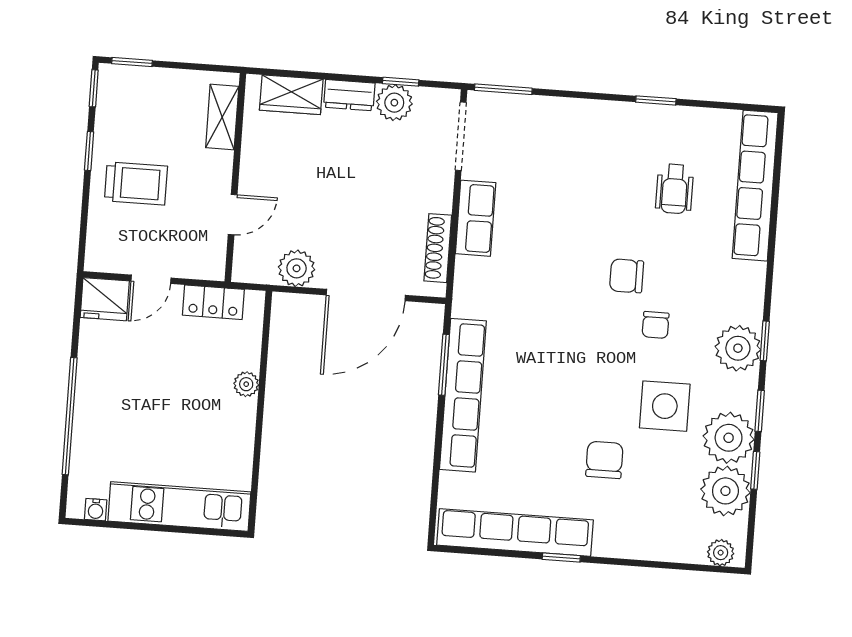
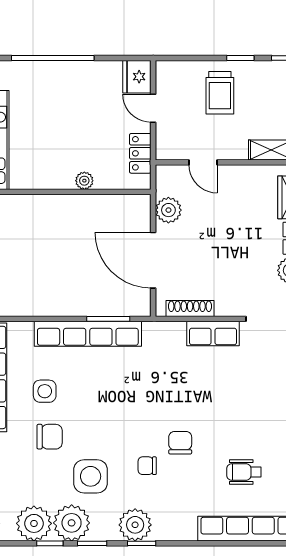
side table: (540, 462) -> (45, 391), added

